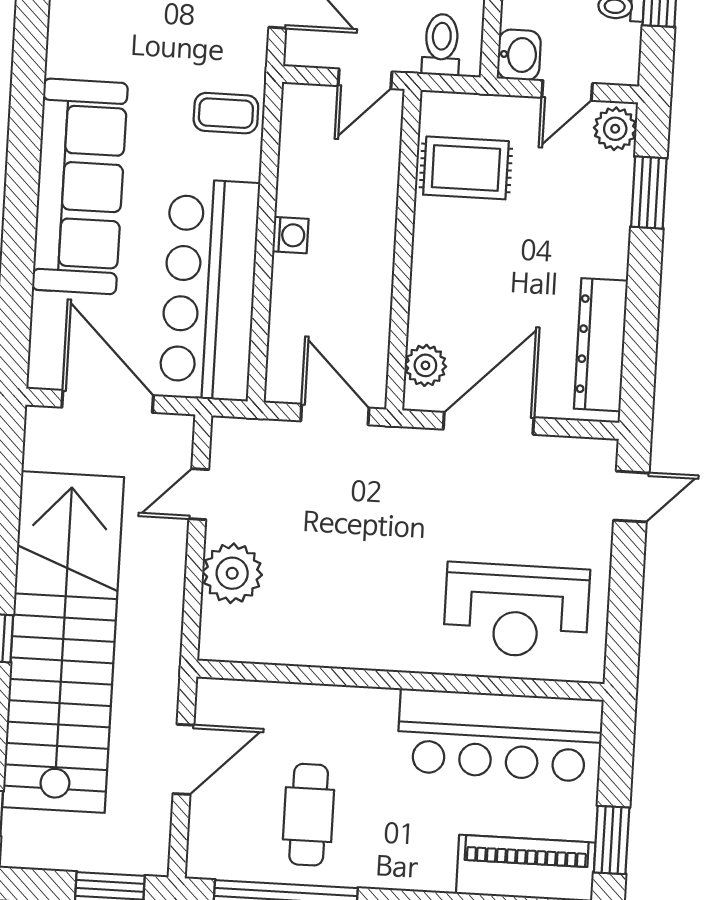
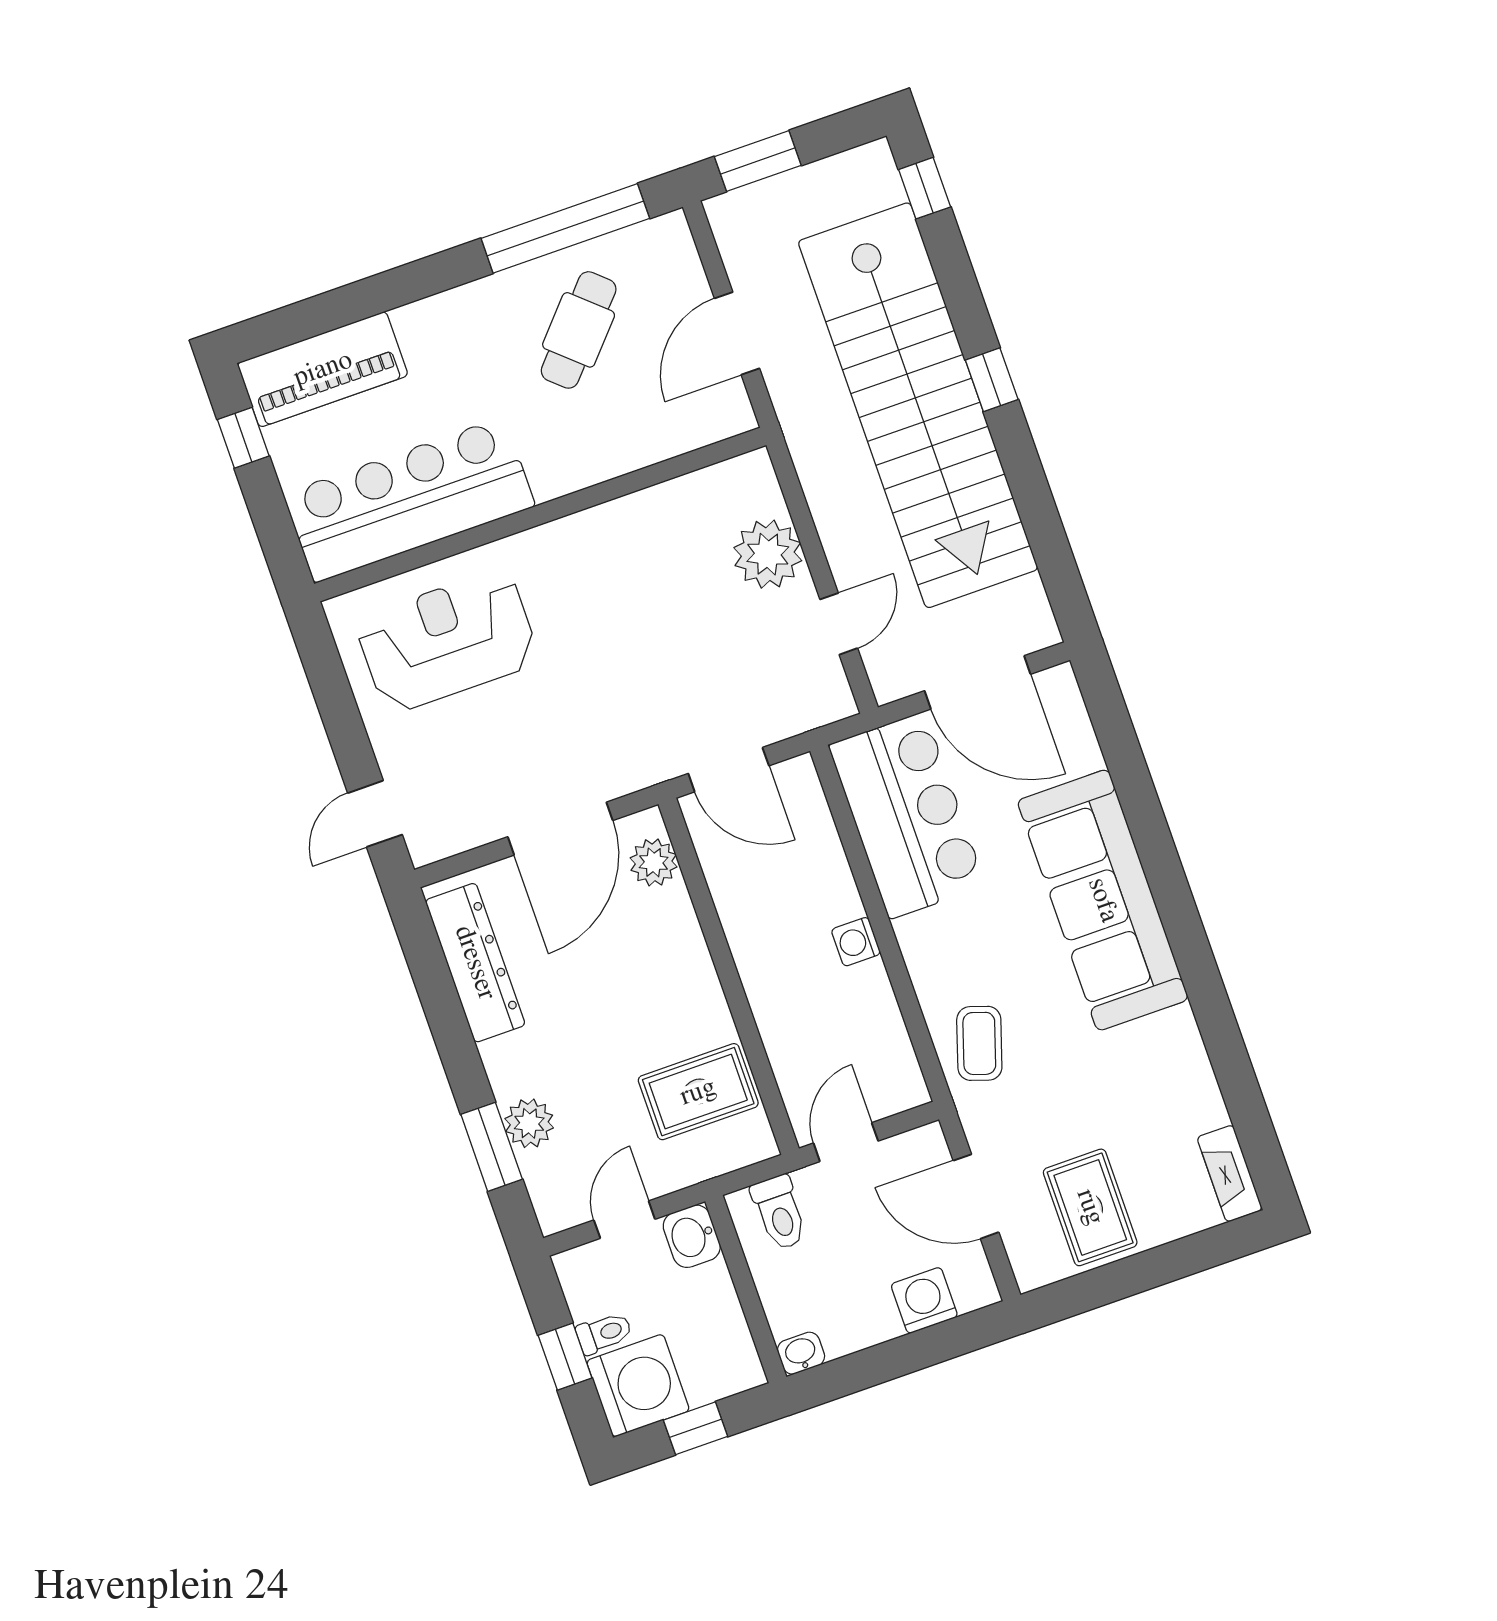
coffee table: (226, 113) -> (979, 1043), turned -72
plant: (615, 129) -> (529, 1123), moved
bar counter: (210, 290) -> (907, 815), width x0.73
cafe table: (309, 815) -> (579, 330), turned 42
window: (612, 840) -> (243, 438), width x0.67

